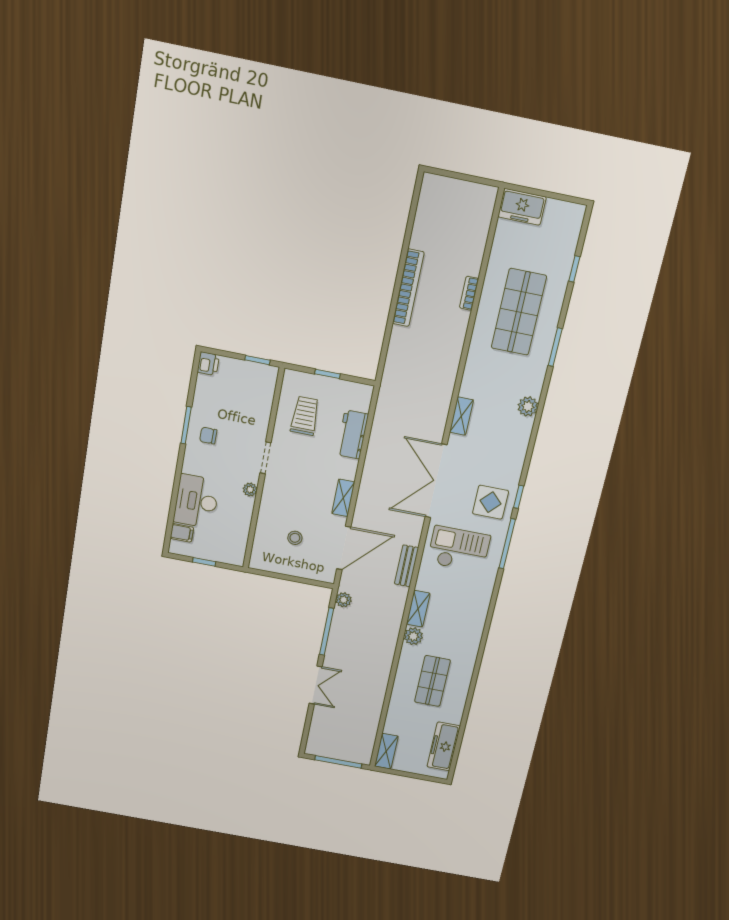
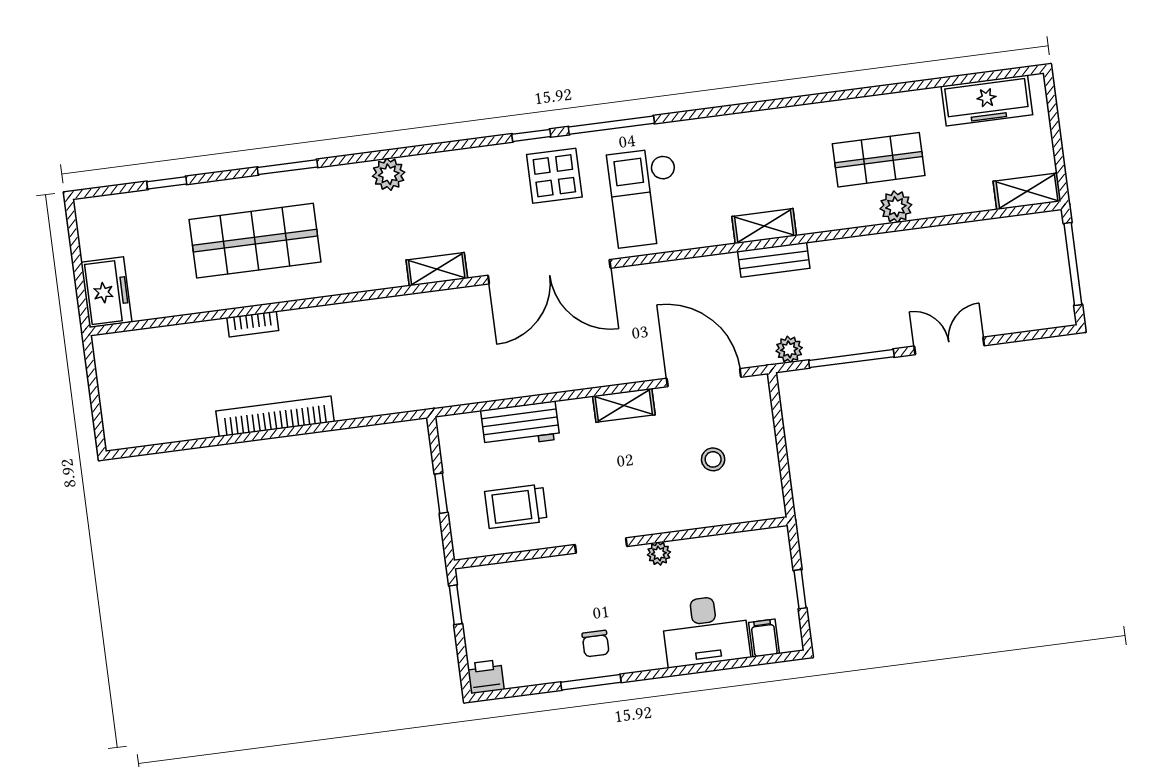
bench: (407, 566) -> (774, 260), moved
plant: (413, 636) -> (896, 207), moved

